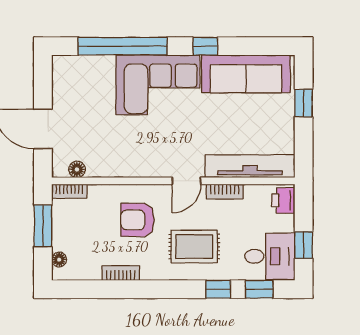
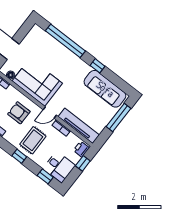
corner sofa: (158, 85) -> (37, 82), moved, turned 180
window: (304, 103) -> (118, 117), width x2.17
window: (304, 245) -> (83, 163), moved
rug: (194, 247) -> (33, 140), turned 90
window: (218, 289) -> (19, 156), moved

